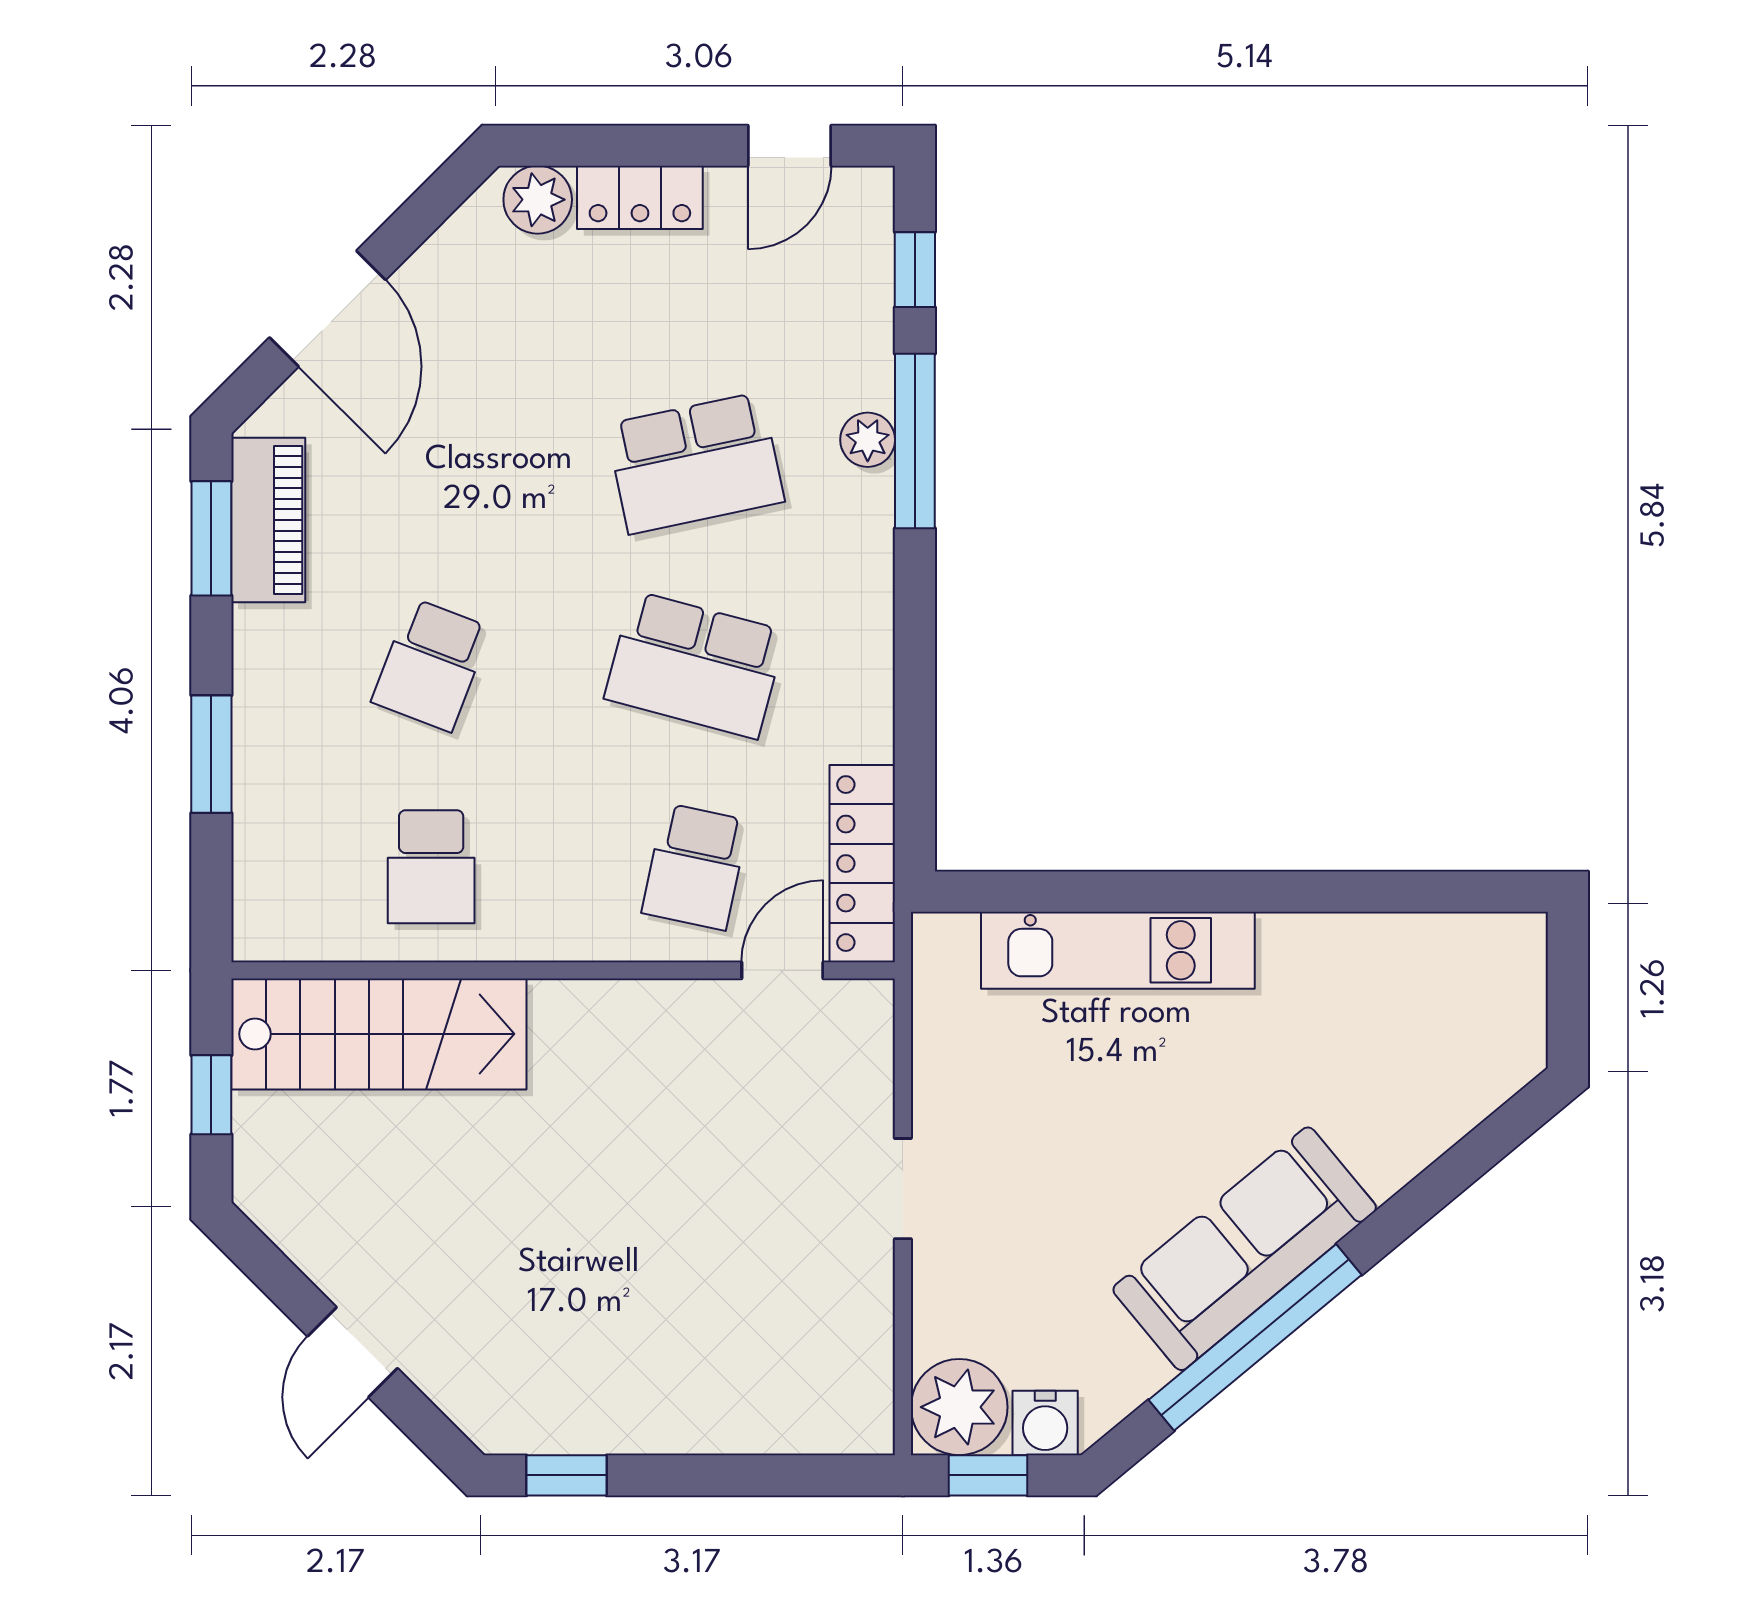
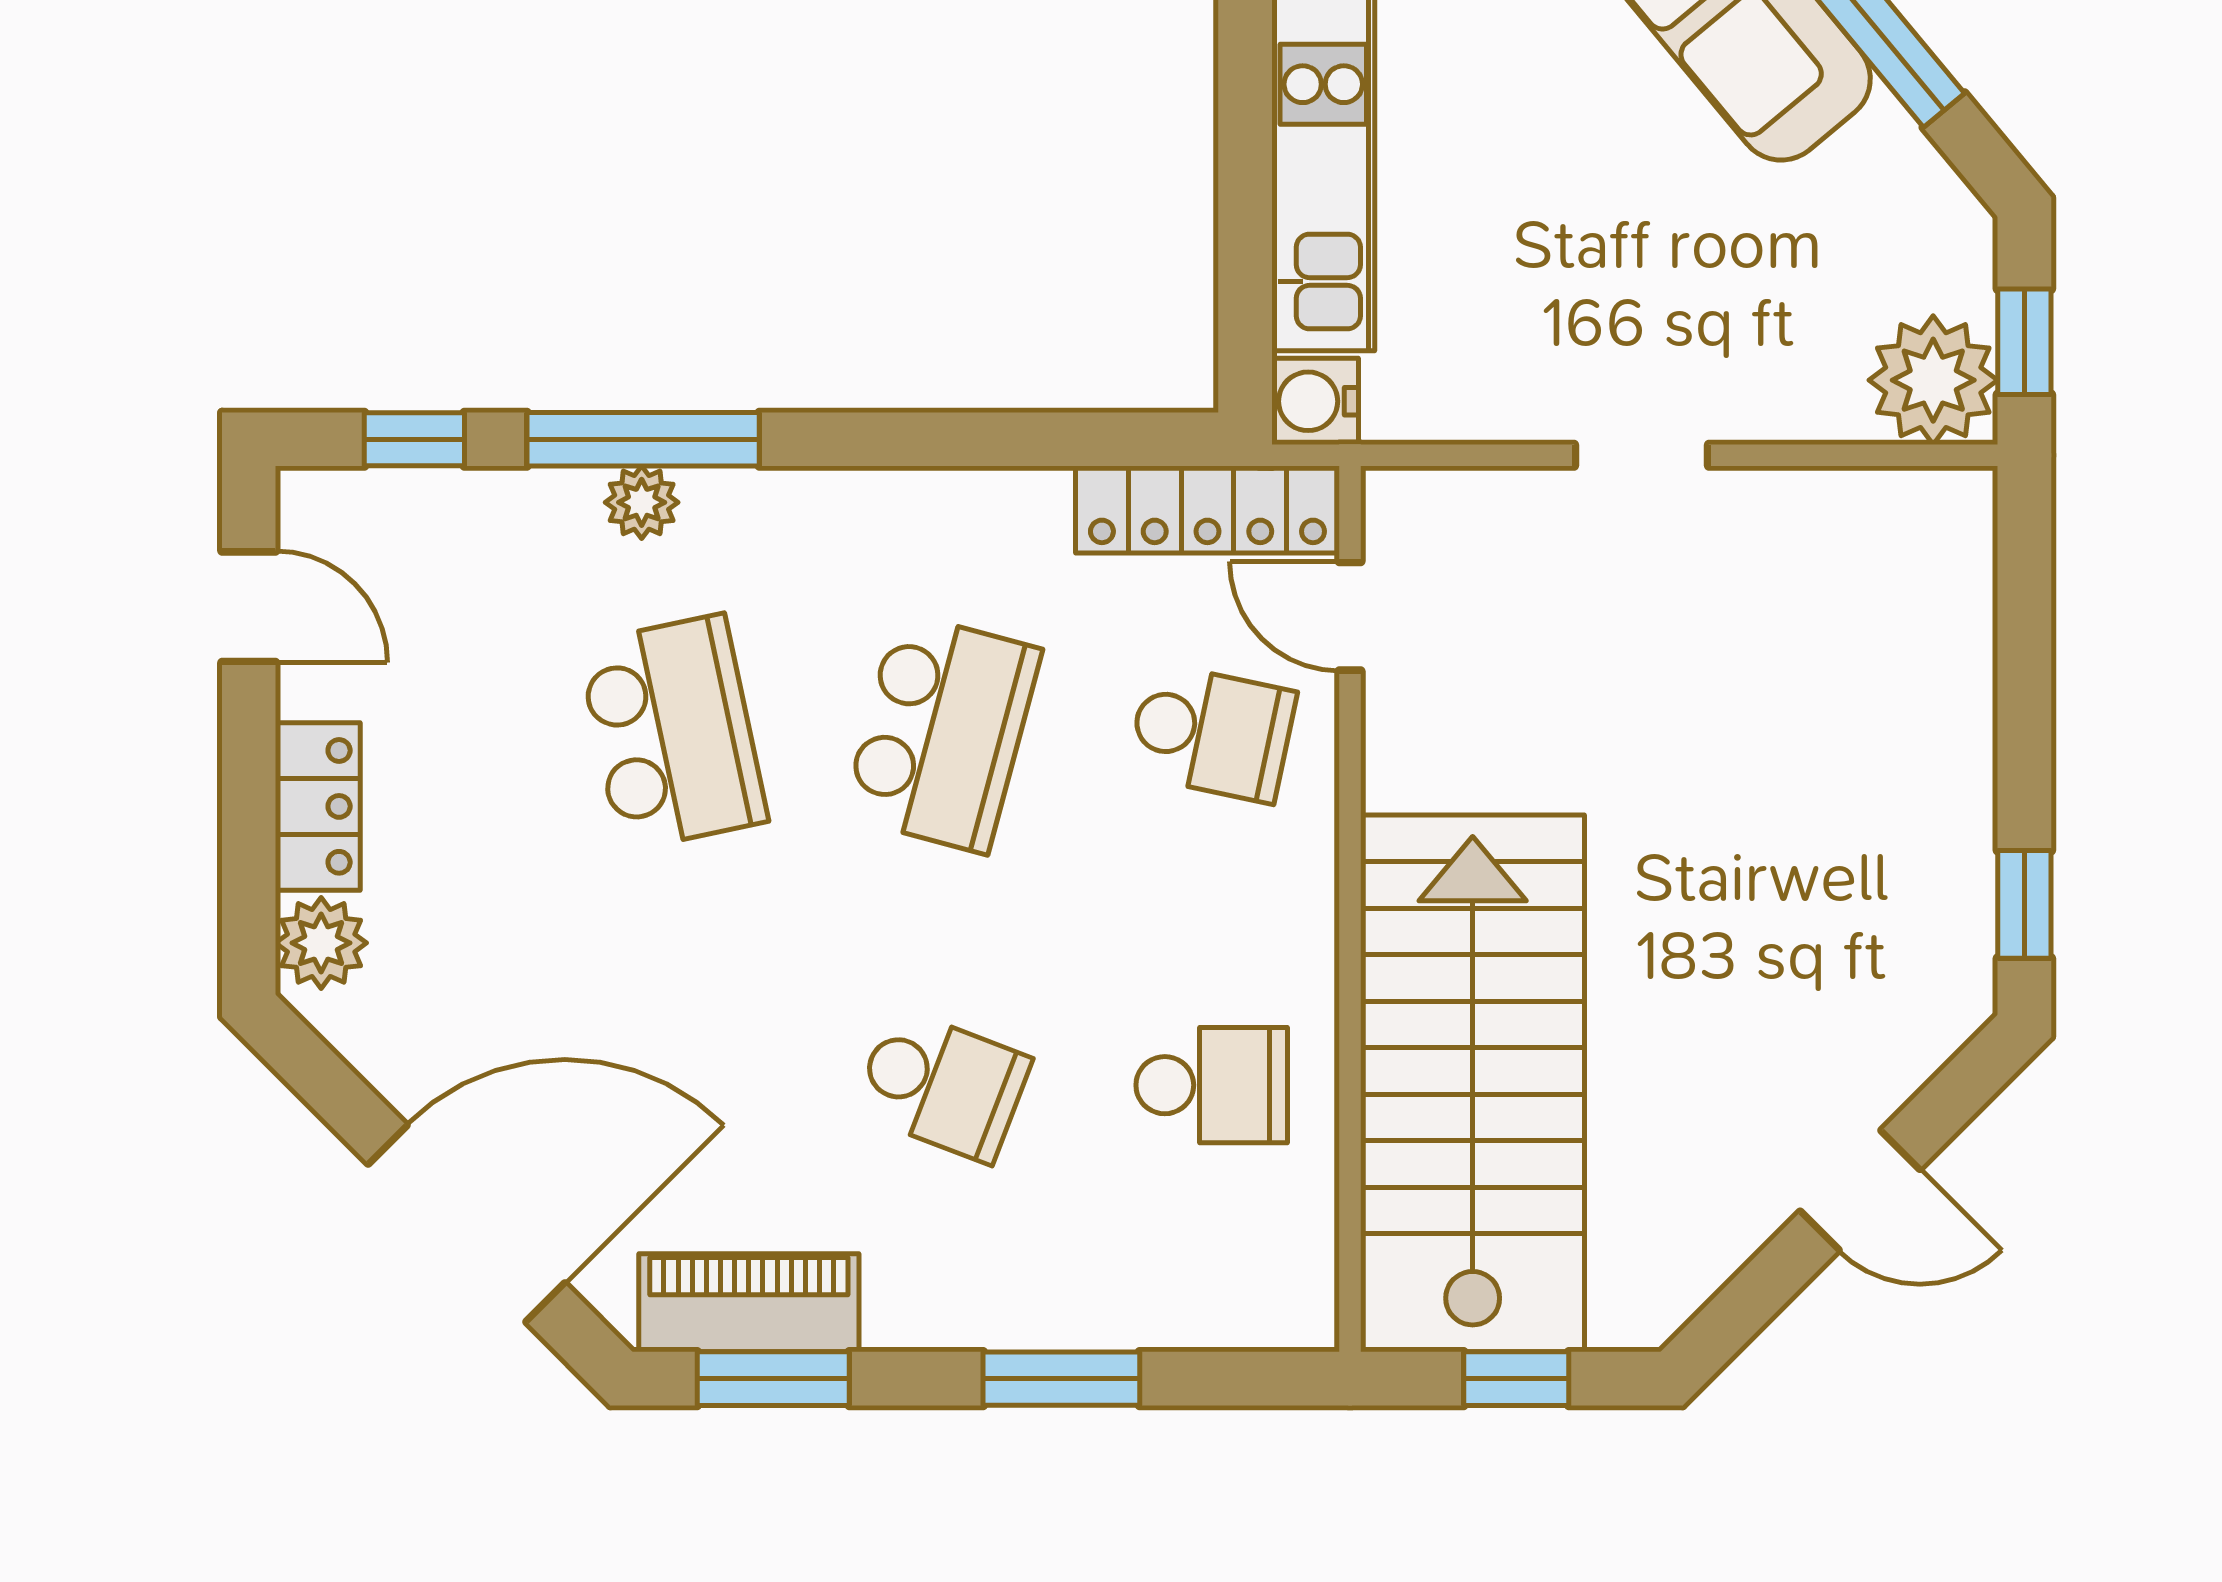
door: (328, 309) -> (466, 1224), width x1.36
stairs: (379, 1034) -> (1473, 1083), width x1.36, depth x1.51
water cooler: (1045, 1423) -> (1315, 401), moved, turned 180

